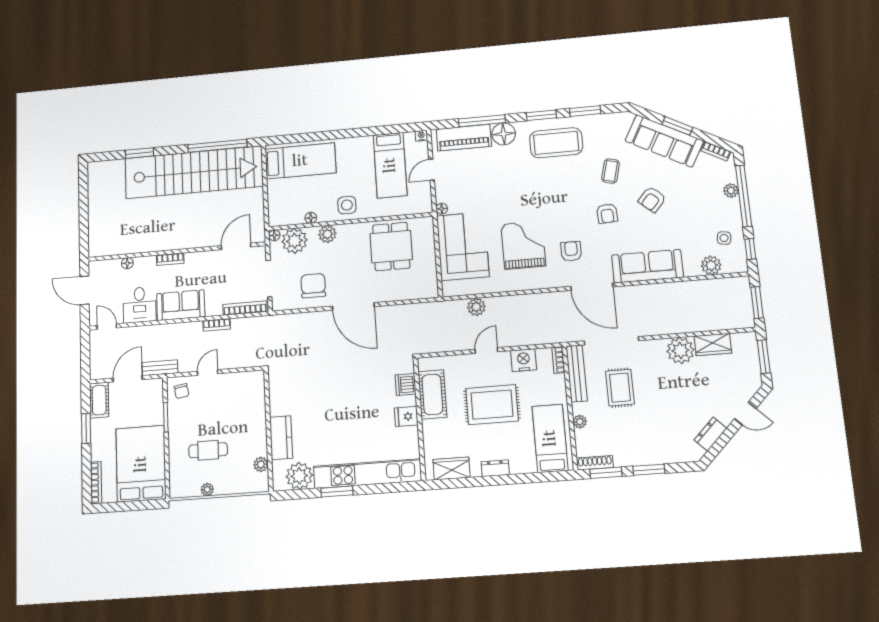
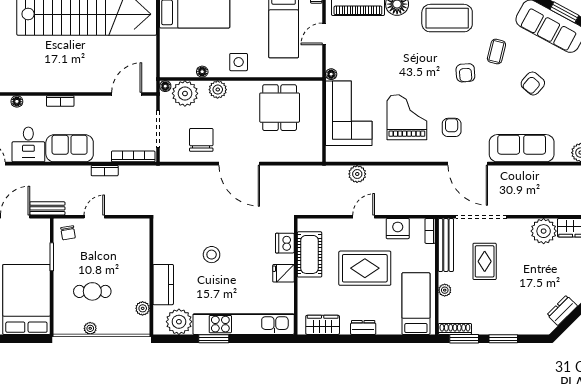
armchair: (607, 213) -> (465, 73), moved
stool: (330, 402) -> (212, 255), added

